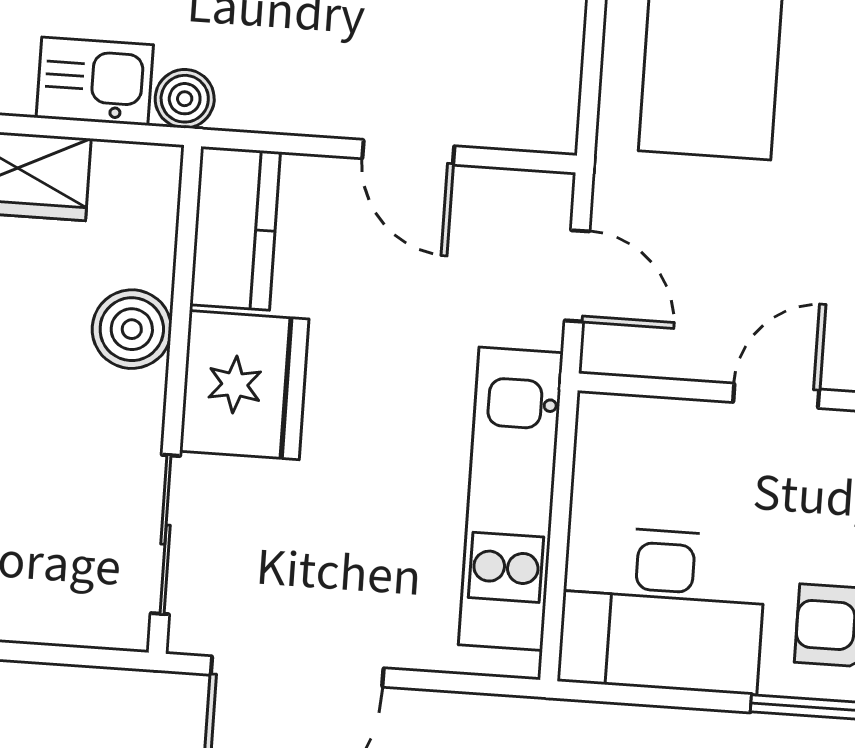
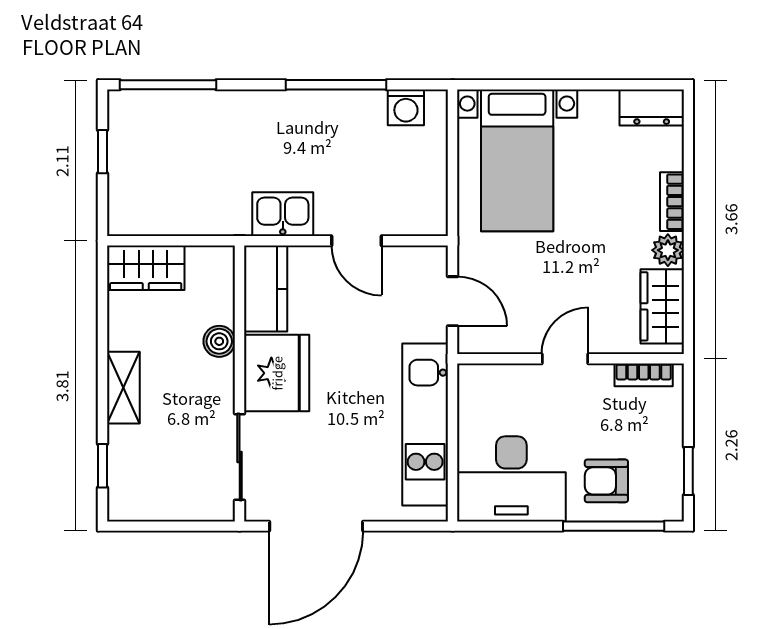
kitchen sink: (95, 81) -> (283, 214), moved
boiler: (185, 99) -> (233, 220), removed
boiler: (132, 329) -> (219, 341), width x0.73, depth x0.73

